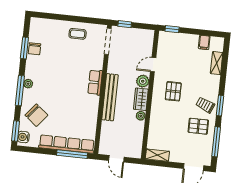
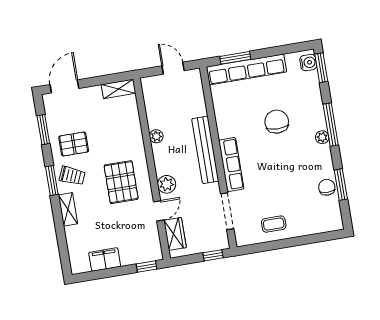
doorway: (108, 41) -> (227, 211), moved
filing cabinet: (204, 42) -> (105, 259), width x2.00
shelving: (217, 63) -> (68, 209), moved
row of seats: (95, 82) -> (231, 165), width x1.48
pallet: (173, 91) -> (121, 182), width x1.50, depth x1.42
wardrobe: (141, 99) -> (175, 234), moved
chair: (36, 115) -> (277, 122), moved, turned 51
window: (216, 142) -> (43, 130), width x0.69
window: (72, 154) -> (235, 58), width x0.69

